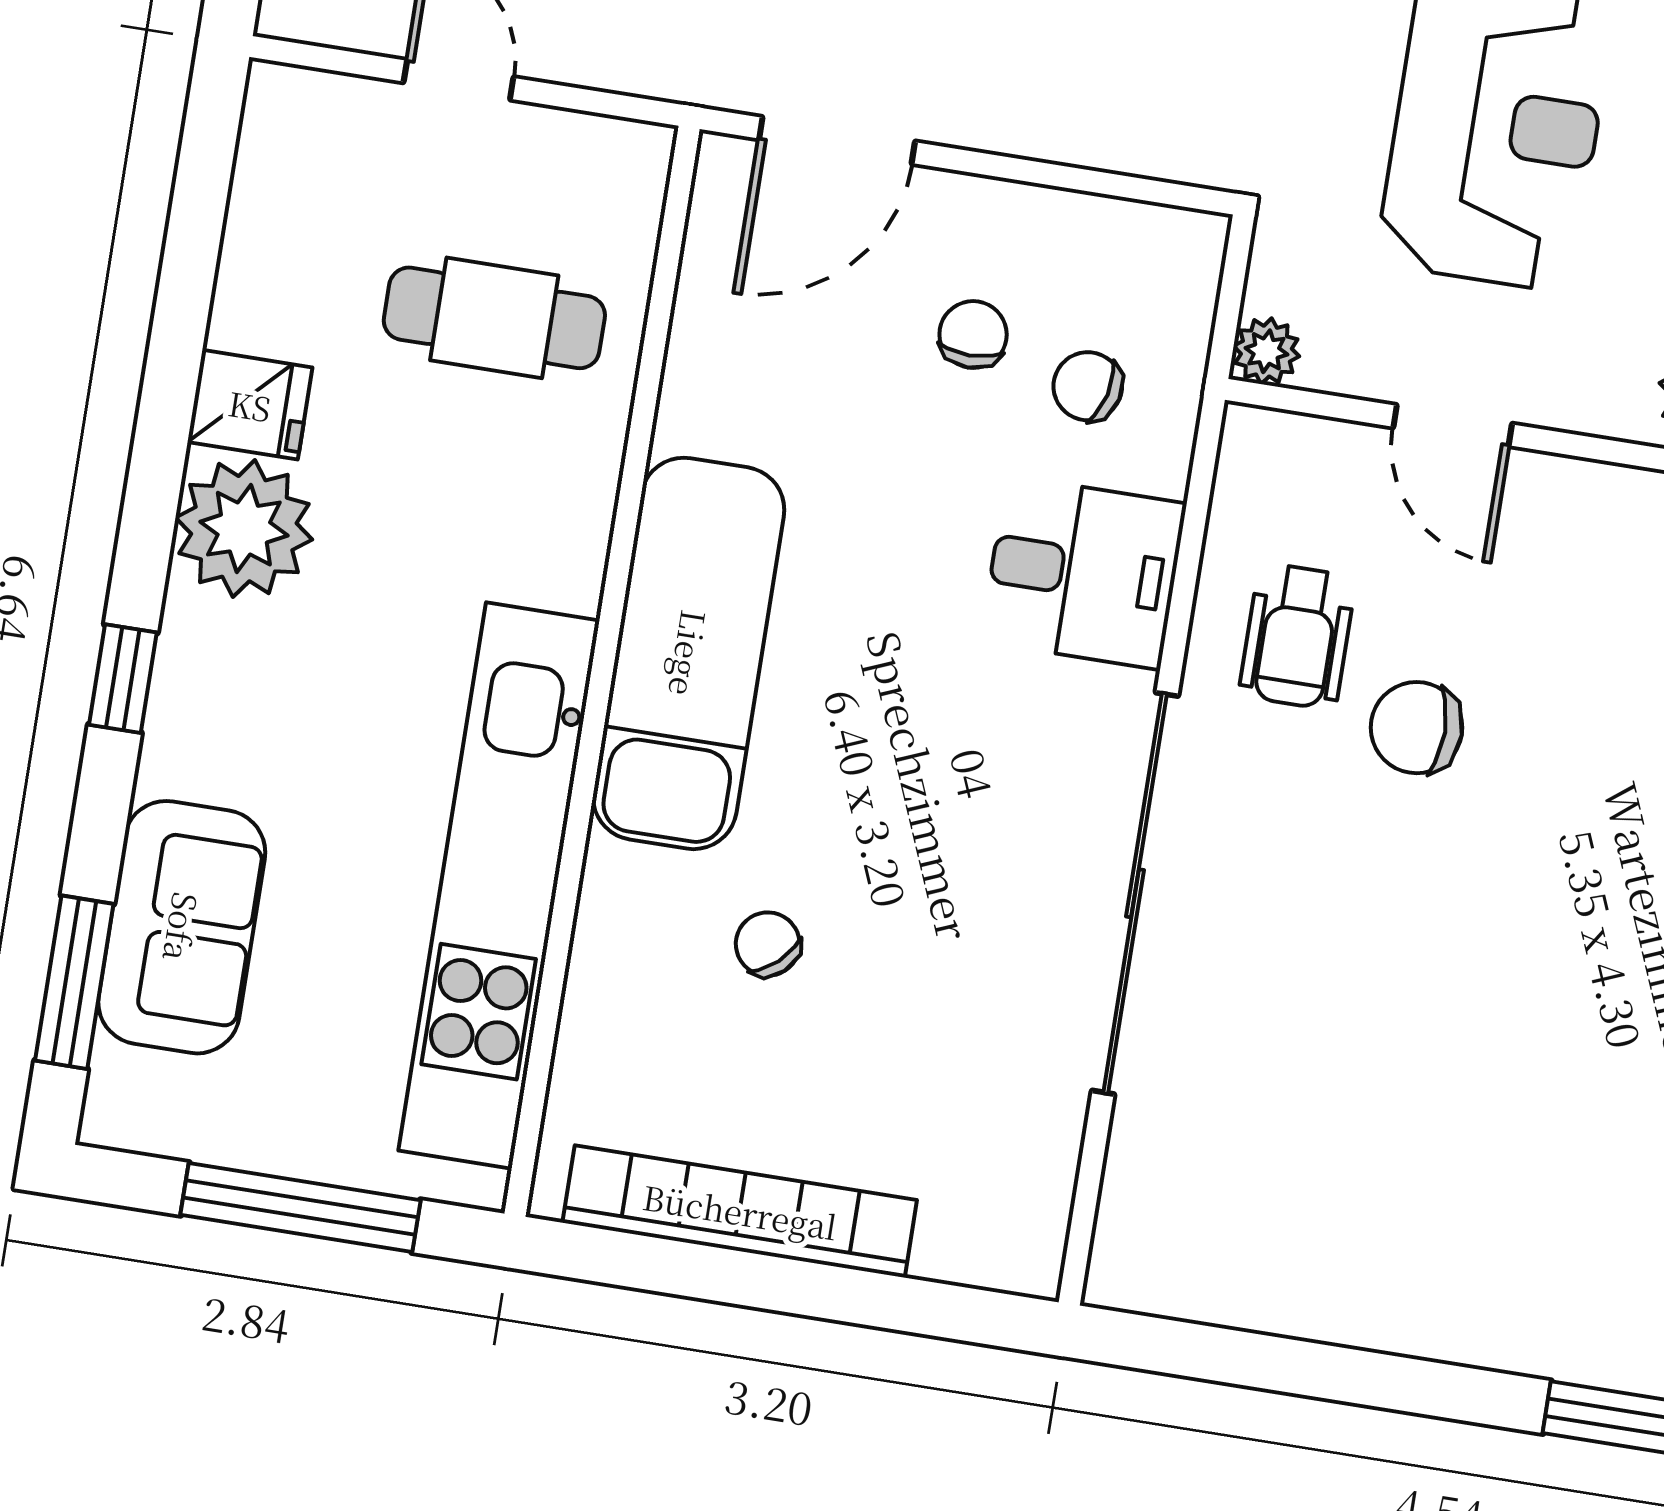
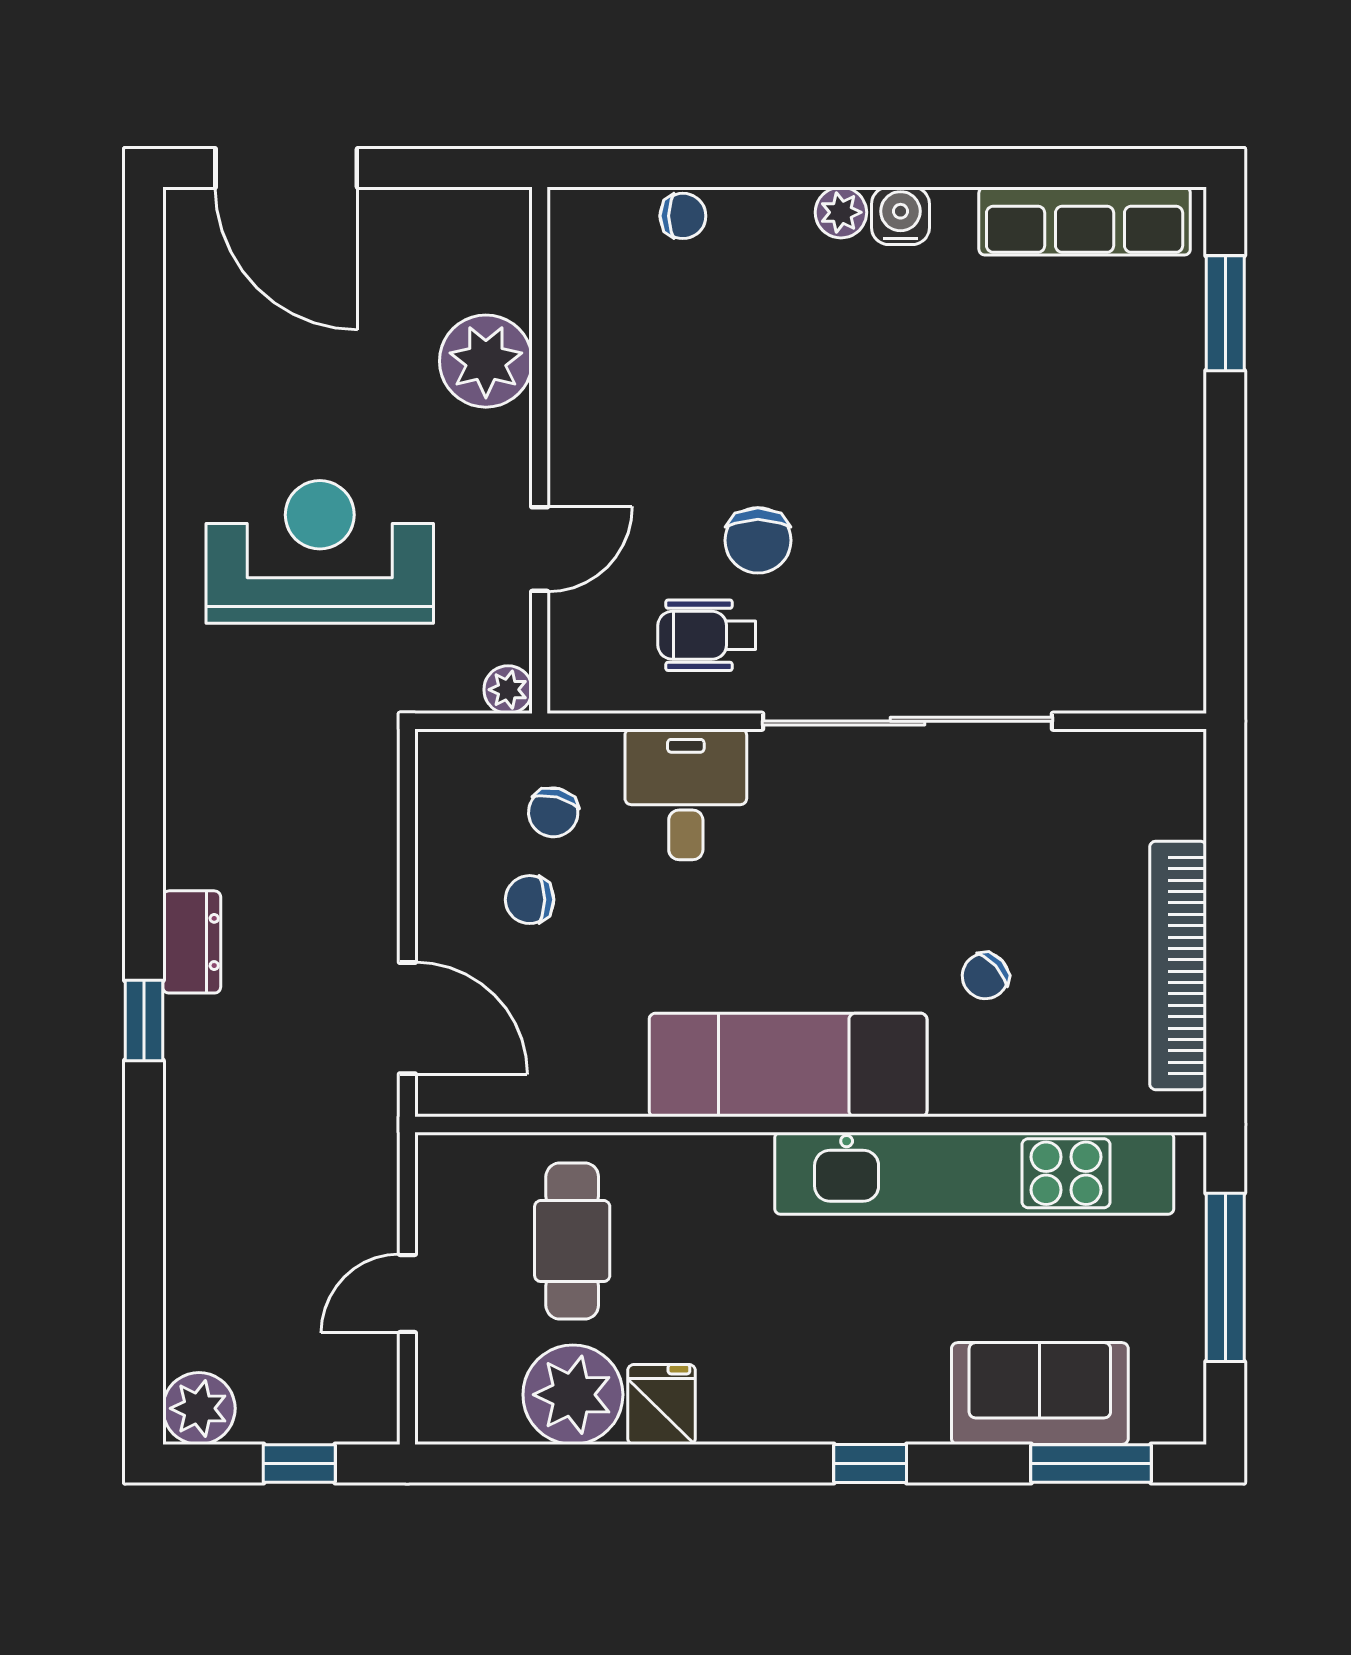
plant: (244, 529) -> (573, 1395), moved
wheelchair: (1297, 636) -> (707, 635), turned 180

